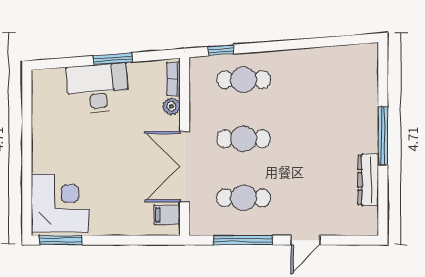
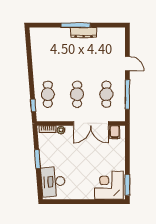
desk: (98, 88) -> (53, 182), moved
dresser: (368, 180) -> (84, 32), moved

